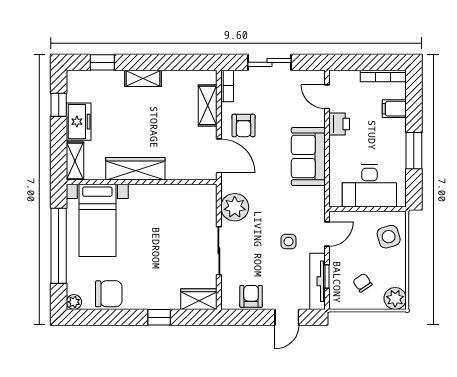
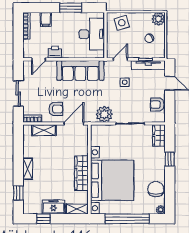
sofa: (308, 156) -> (80, 71), width x1.36
bed with nightstands: (97, 220) -> (112, 180), width x1.85
door: (327, 234) -> (120, 59), hinge flipped

